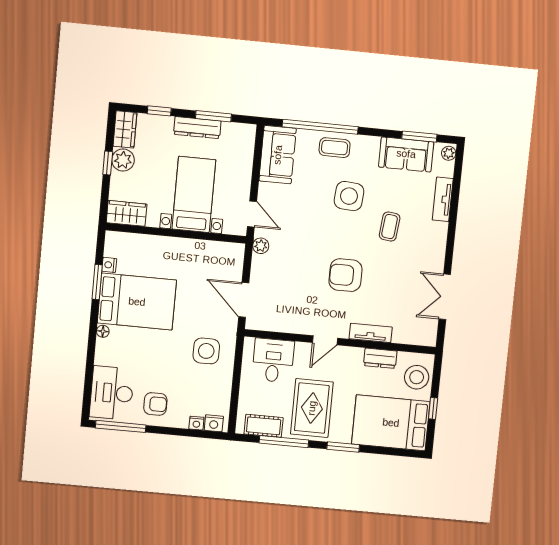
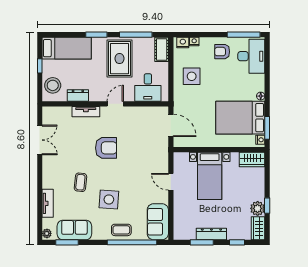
bed with nightstands: (194, 194) -> (210, 176), moved
wardrobe: (127, 213) -> (252, 159), moved
wall: (176, 233) -> (219, 150), moved
plant: (261, 246) -> (163, 162), removed
side table: (206, 351) -> (192, 76), moved
bed: (391, 423) -> (67, 48), width x0.67
cot: (264, 426) -> (162, 49), moved, turned 90

